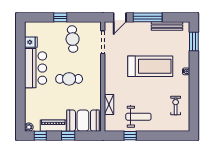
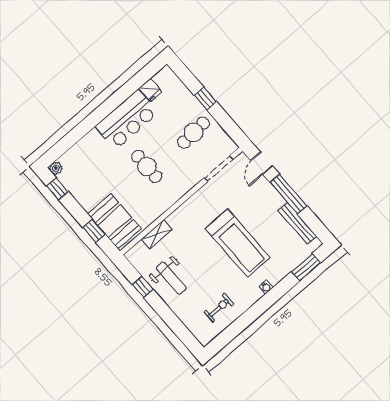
door: (120, 17) -> (262, 163), hinge flipped
piano: (53, 126) -> (81, 194), removed
window: (68, 136) -> (94, 231), moved

